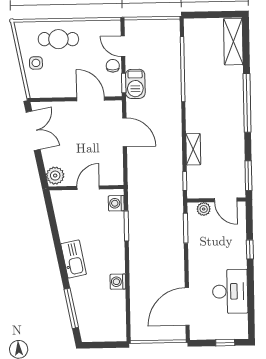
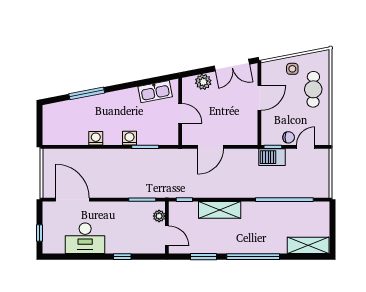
door: (91, 99) -> (259, 98), moved
door: (125, 132) -> (210, 147), moved
shelving: (193, 149) -> (220, 210), width x1.50, depth x1.33
plant: (55, 176) -> (203, 82), moved
window: (248, 176) -> (204, 257), moved
door: (226, 200) -> (167, 236), swing flipped
washing machine: (116, 203) -> (129, 138), moved
kitchen sink: (74, 259) -> (155, 92), moved
window: (71, 308) -> (87, 93), moved

